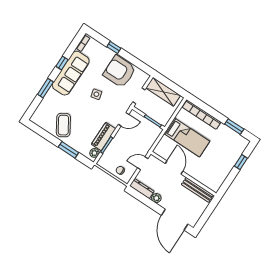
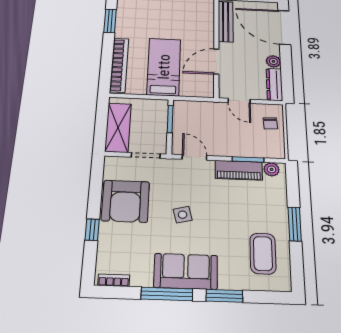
window: (62, 63) -> (167, 294), width x2.17
sofa: (71, 73) -> (186, 271), width x0.73
coffee table: (63, 125) -> (263, 254), moved, turned -58
window: (68, 150) -> (295, 224), moved
door: (175, 220) -> (284, 27), swing flipped

